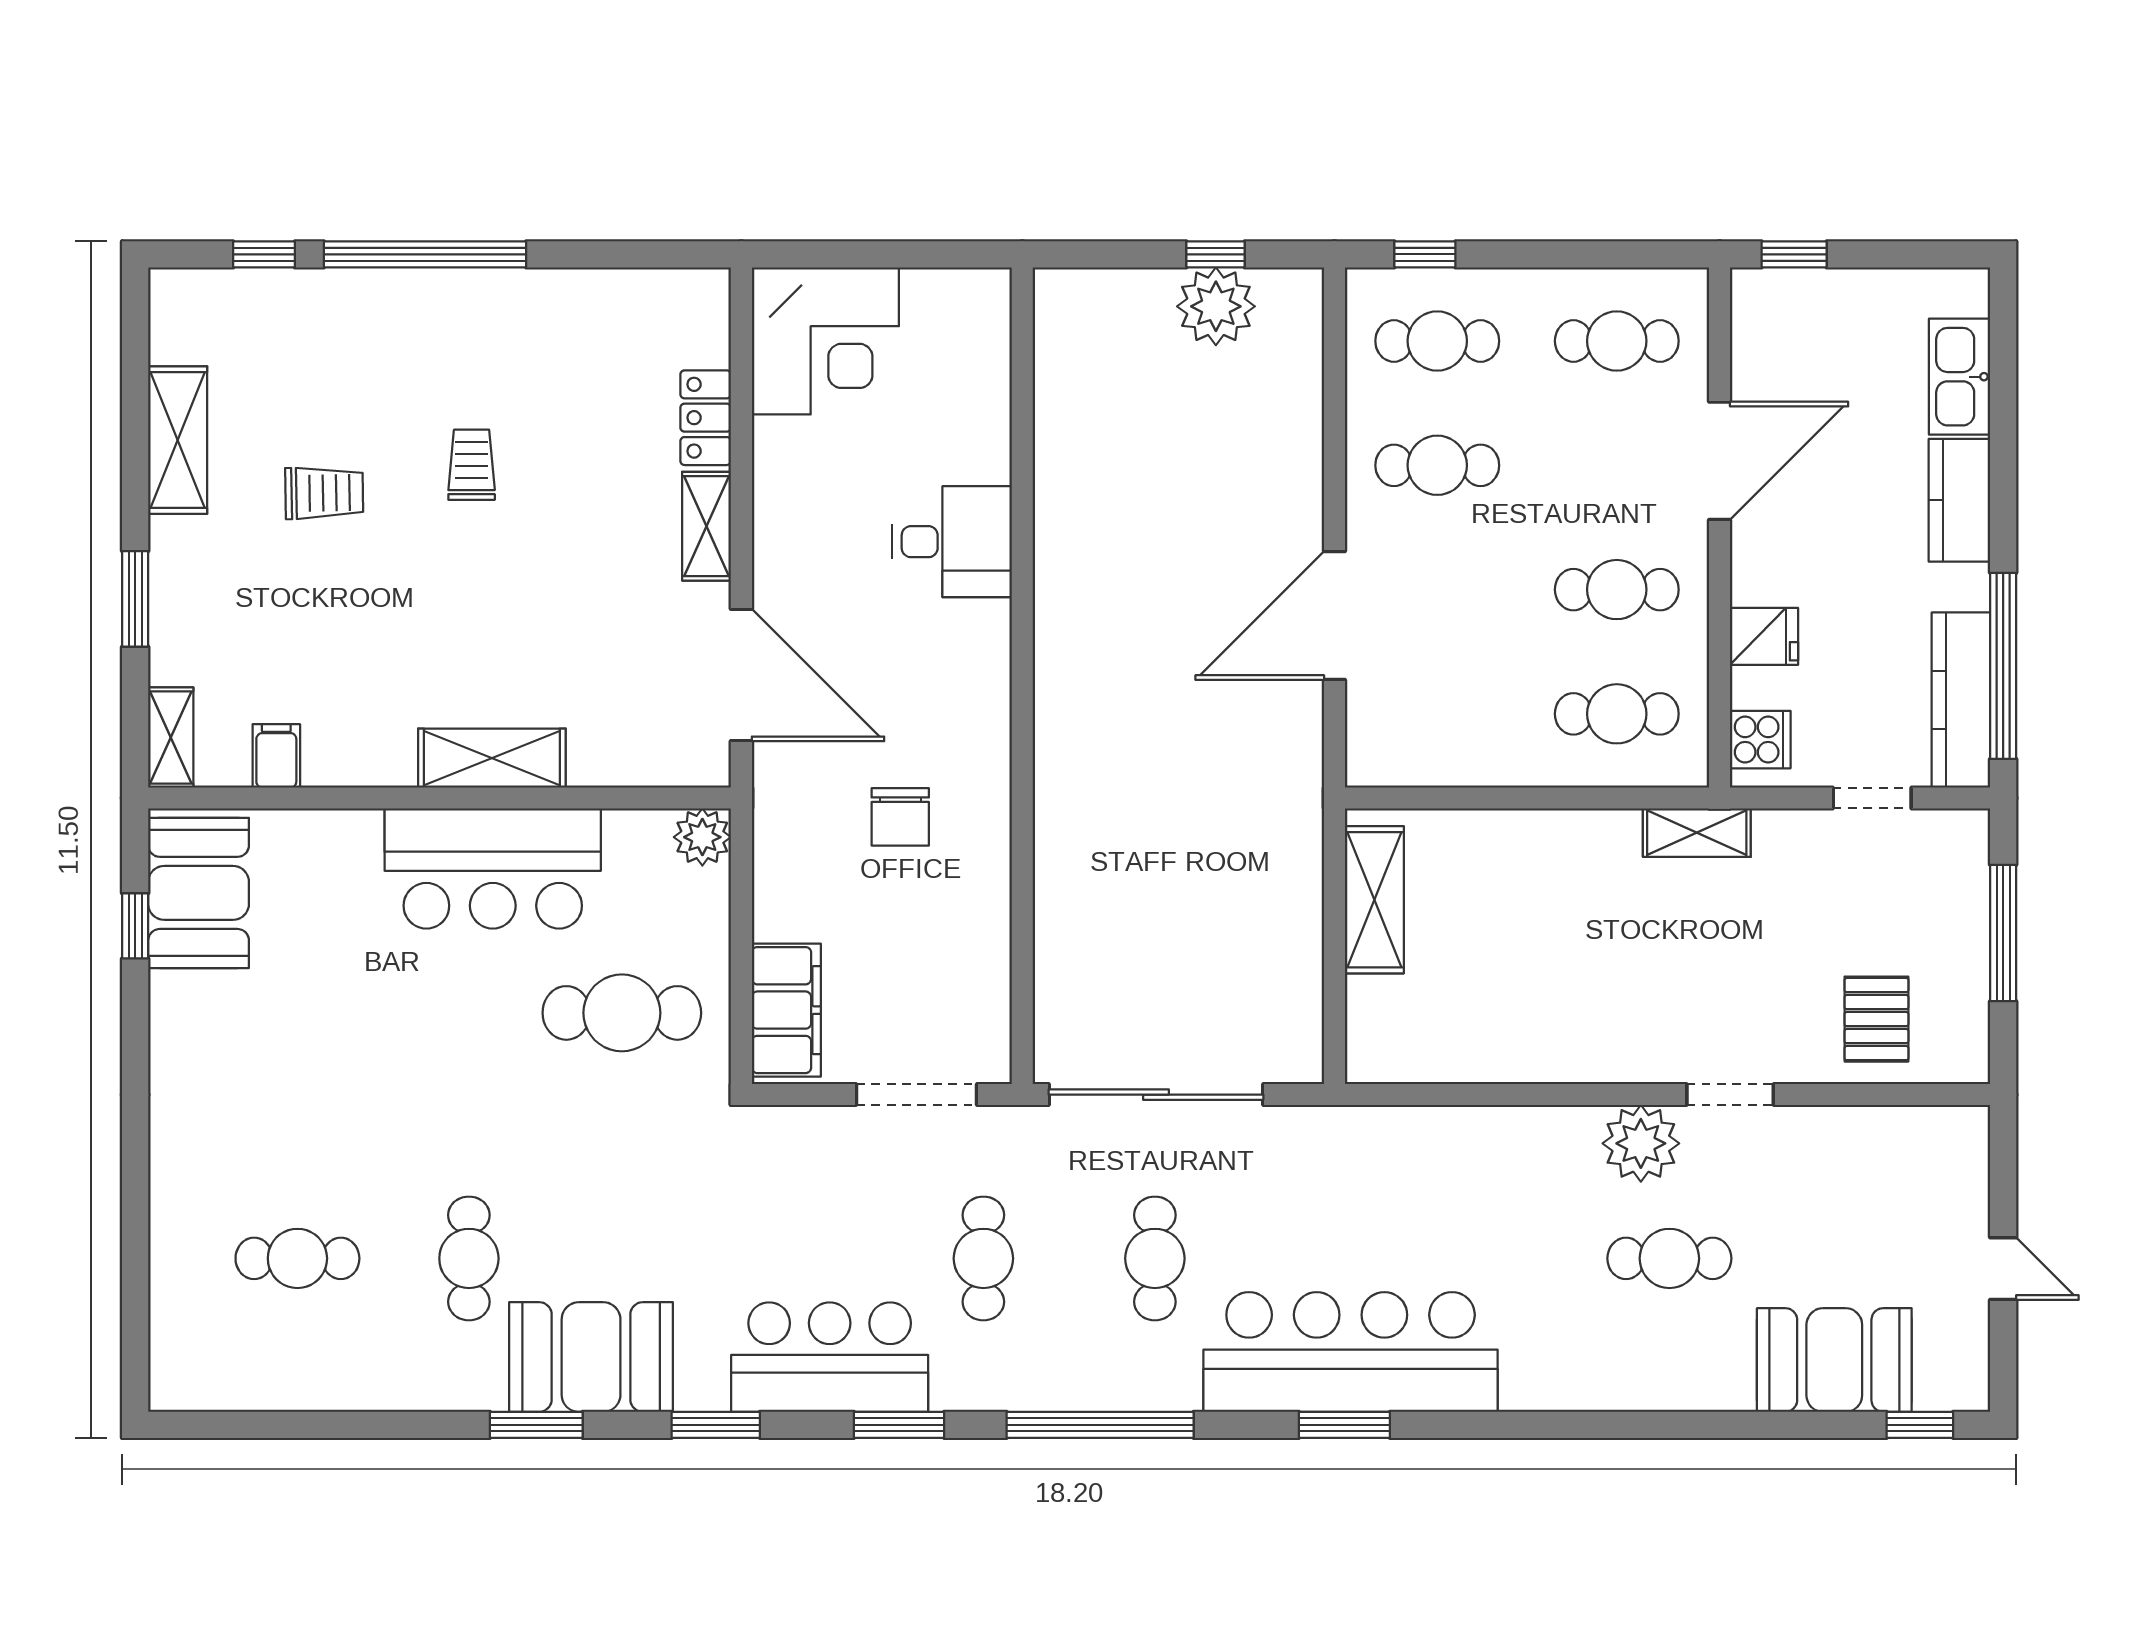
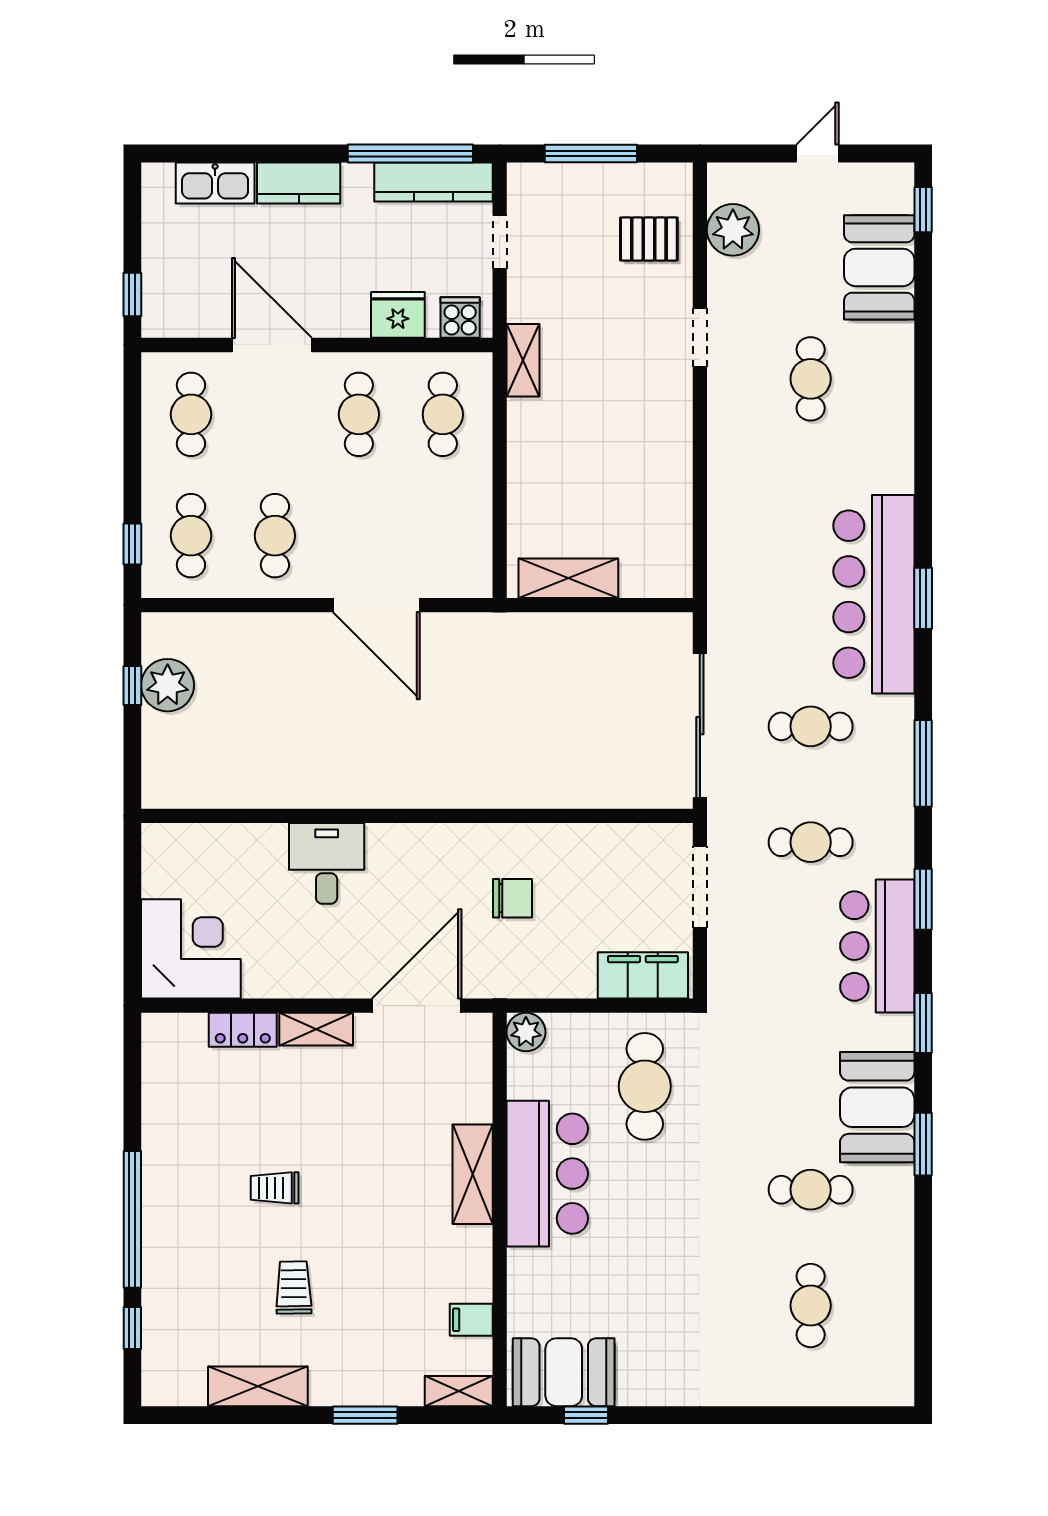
fridge: (1764, 636) -> (398, 315), width x1.38
plant: (1641, 1143) -> (733, 230), moved
window: (1100, 1425) -> (923, 763), width x0.68

